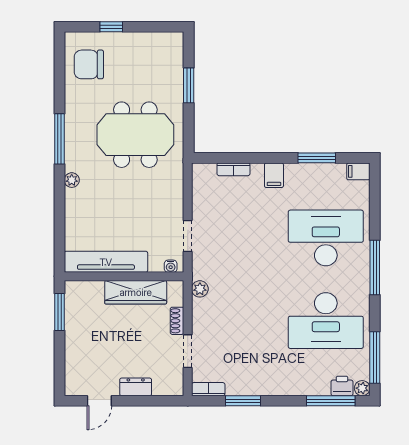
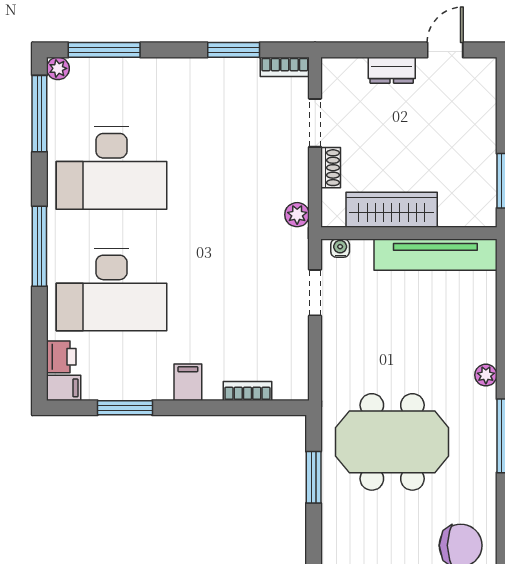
window: (189, 85) -> (314, 477), moved
desk: (326, 321) -> (111, 168), turned 180
printer: (342, 386) -> (61, 357), moved, turned -90

